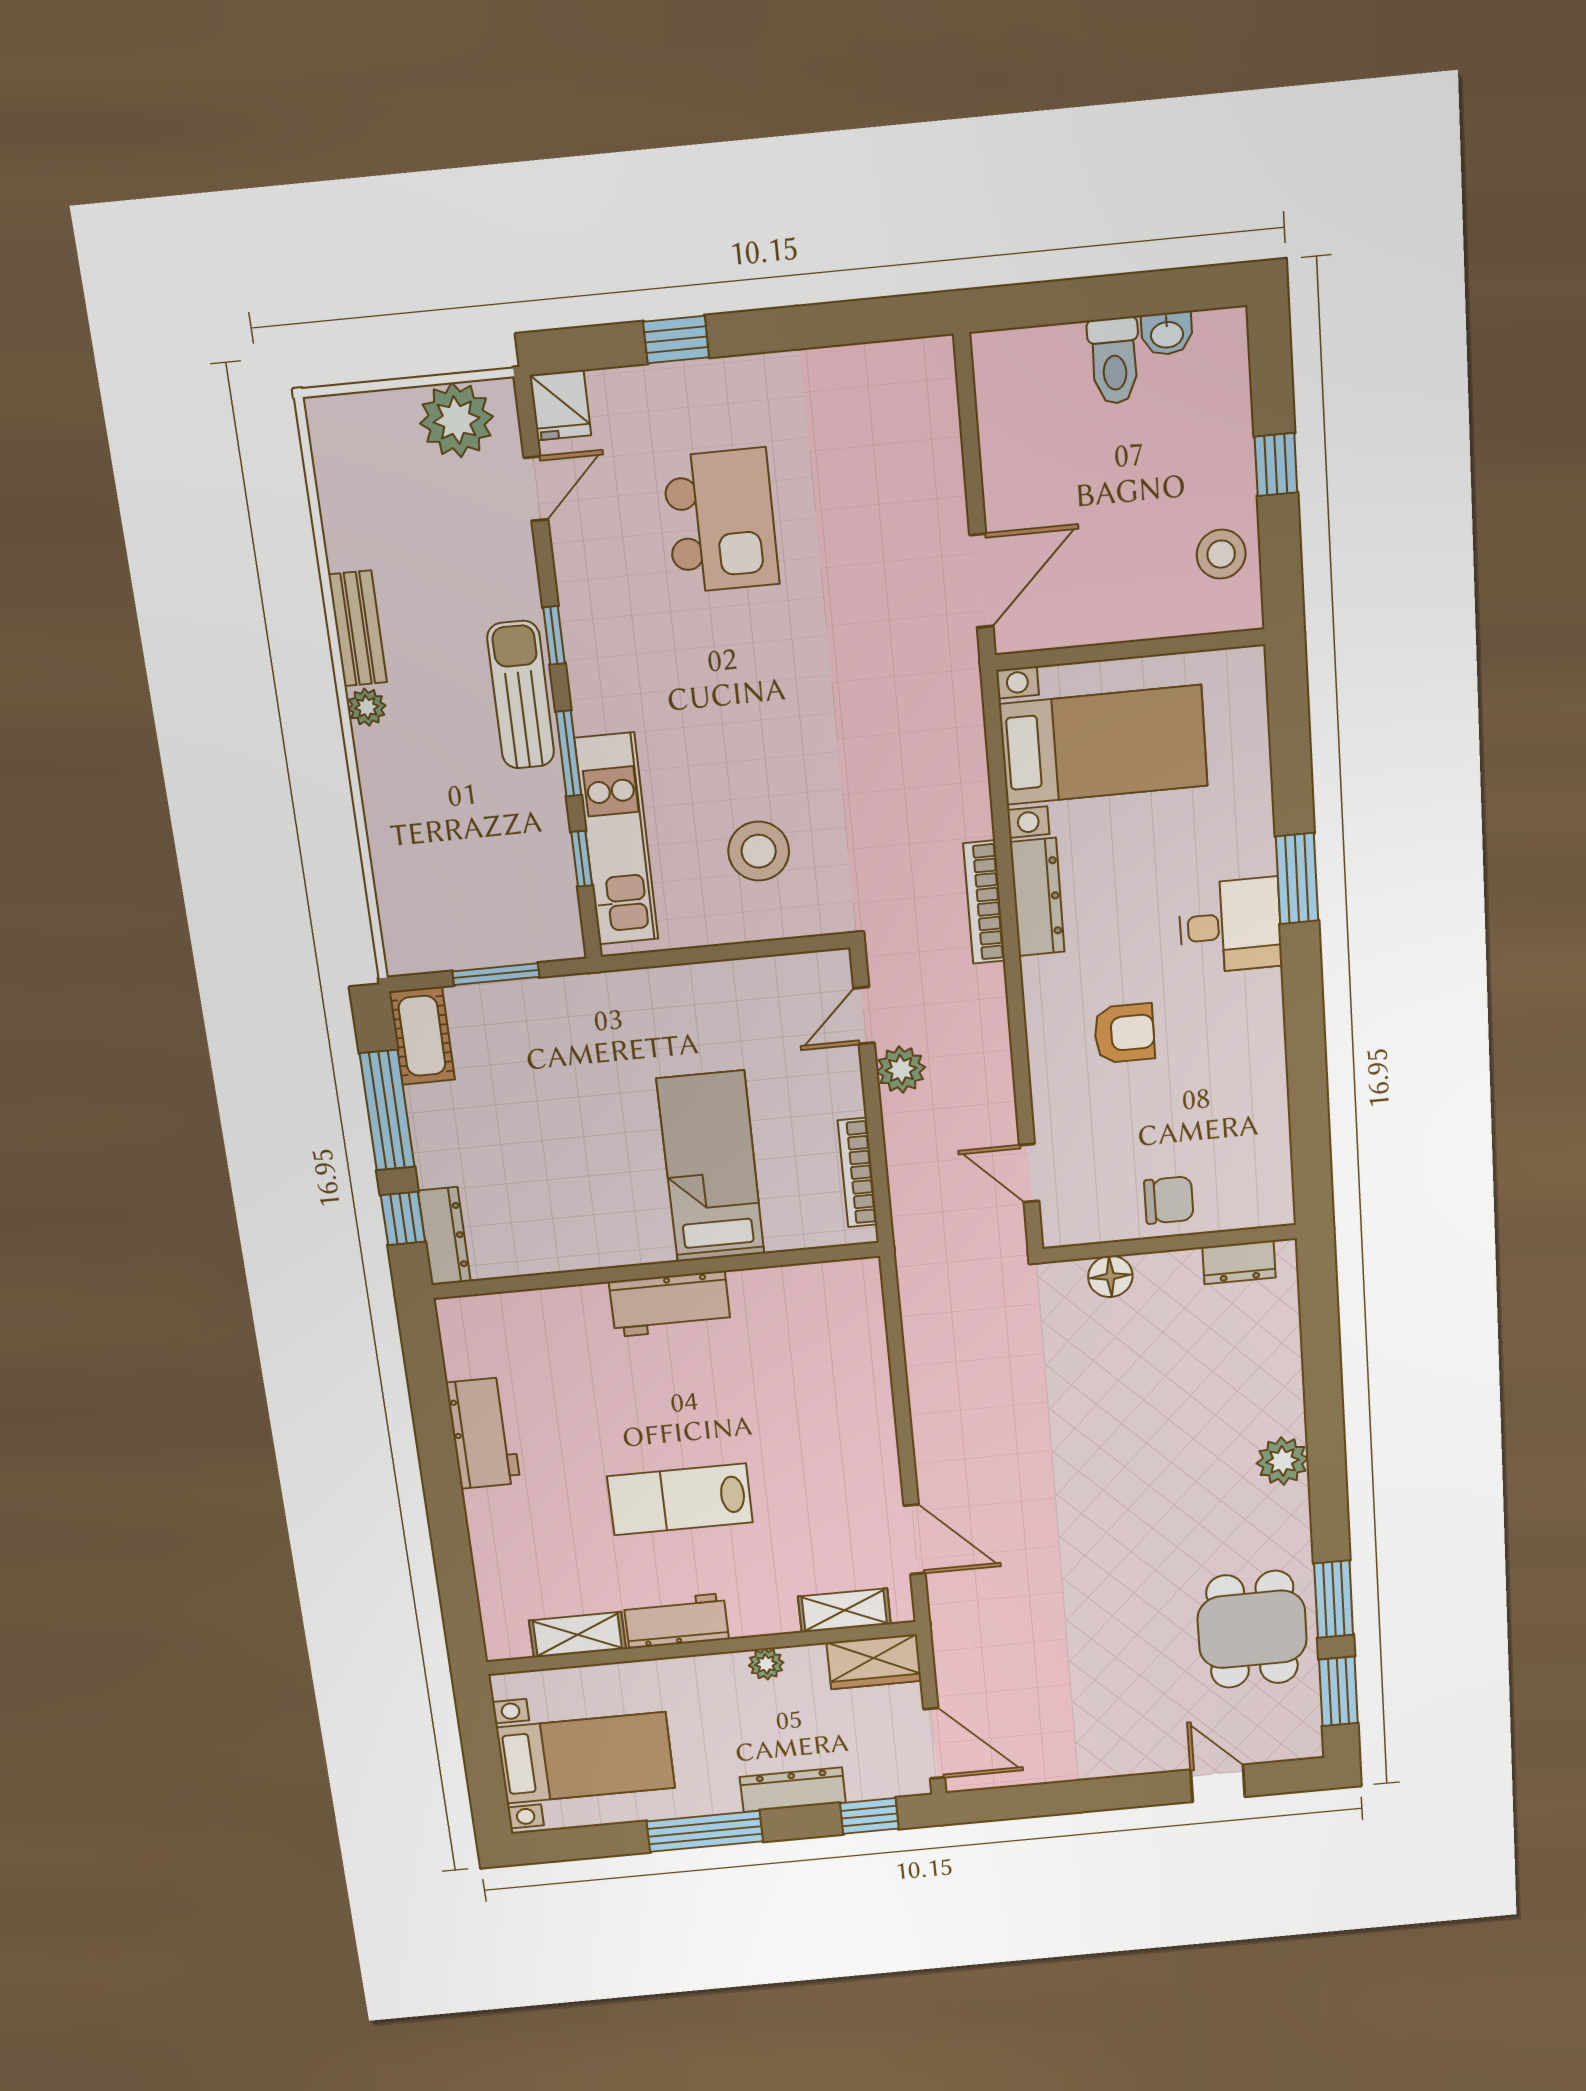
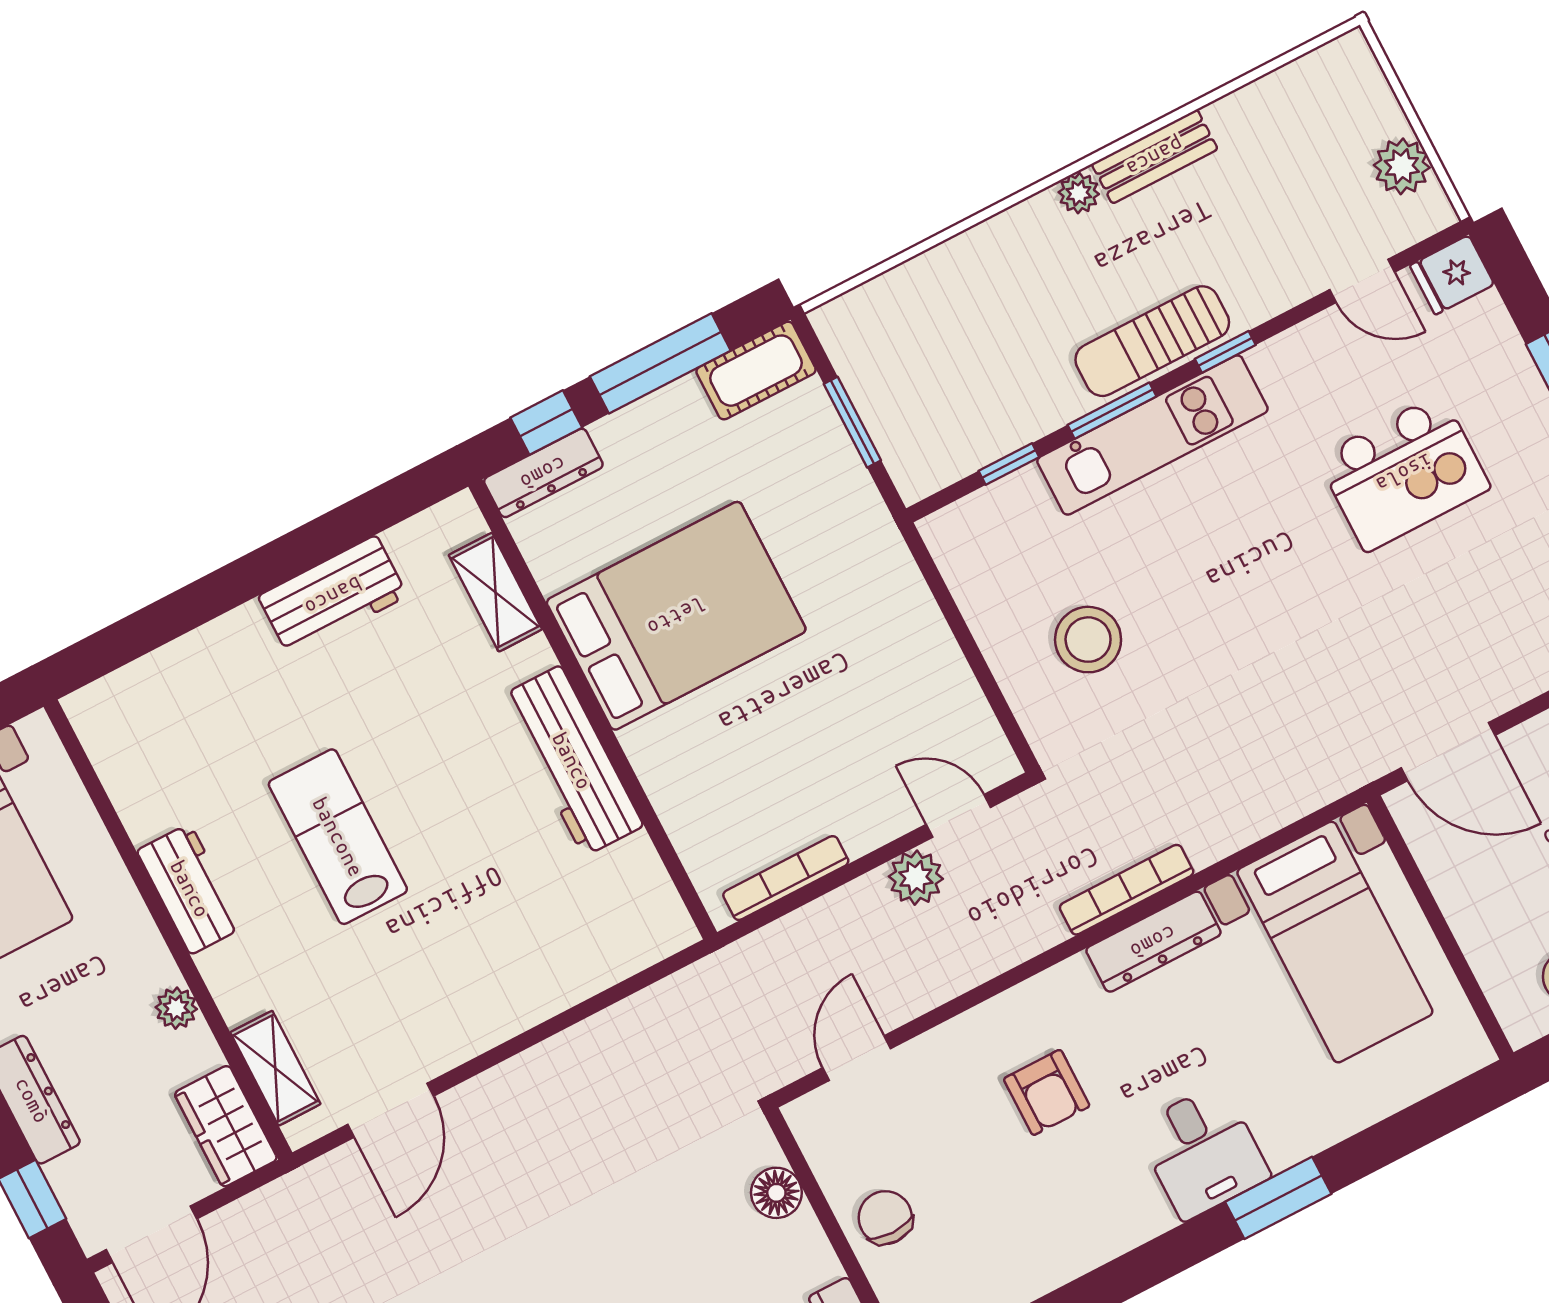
plant: (457, 420) -> (1402, 166), width x0.73, depth x0.73
sun lounger: (521, 695) -> (1152, 341), turned 180
kitchen unit: (617, 839) -> (1152, 435), moved
bed: (711, 1167) -> (676, 616), moved, width x1.50
chair: (1169, 1200) -> (885, 1218), turned 180
workbench: (670, 1304) -> (572, 761), width x1.37
shelving: (577, 1635) -> (495, 592), moved

